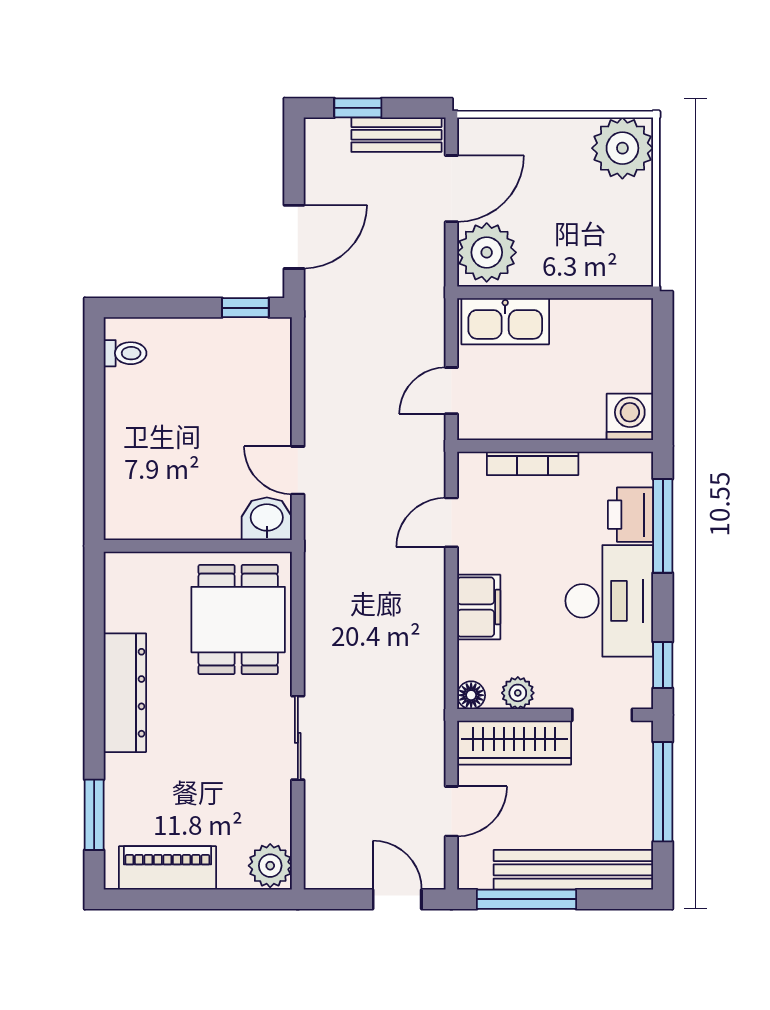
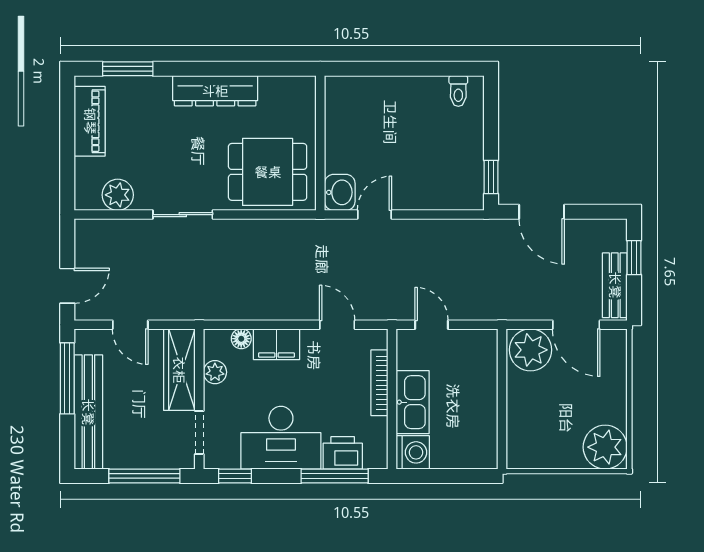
kitchen sink: (505, 321) -> (413, 402), moved, turned 180
floor lamp: (471, 695) -> (241, 339), moved
plant: (270, 866) -> (118, 195), moved

